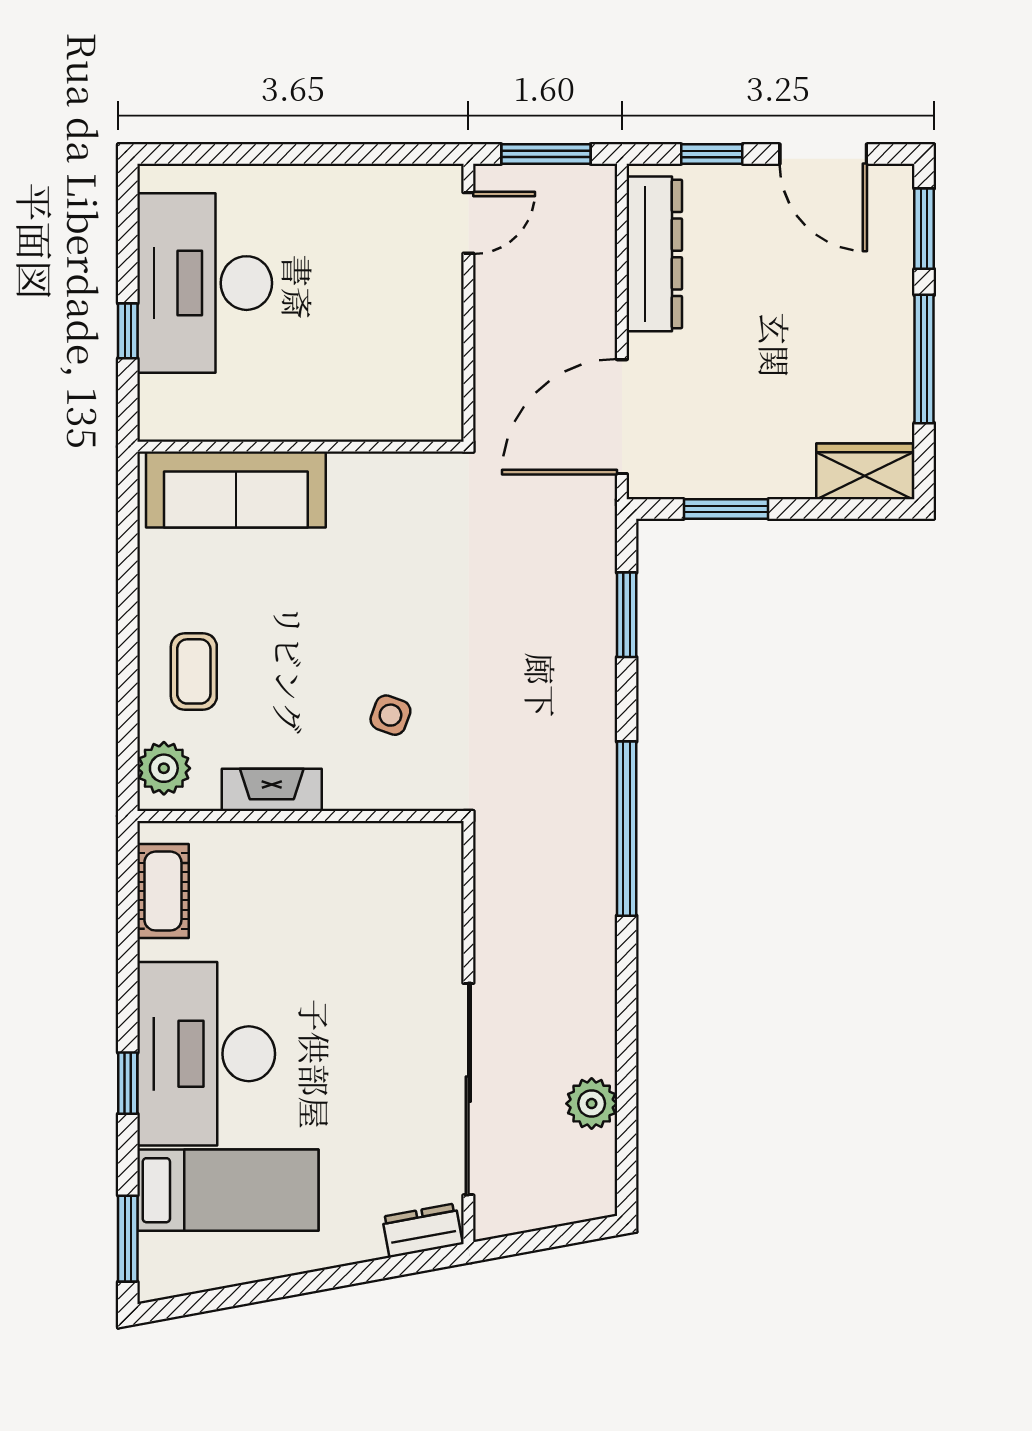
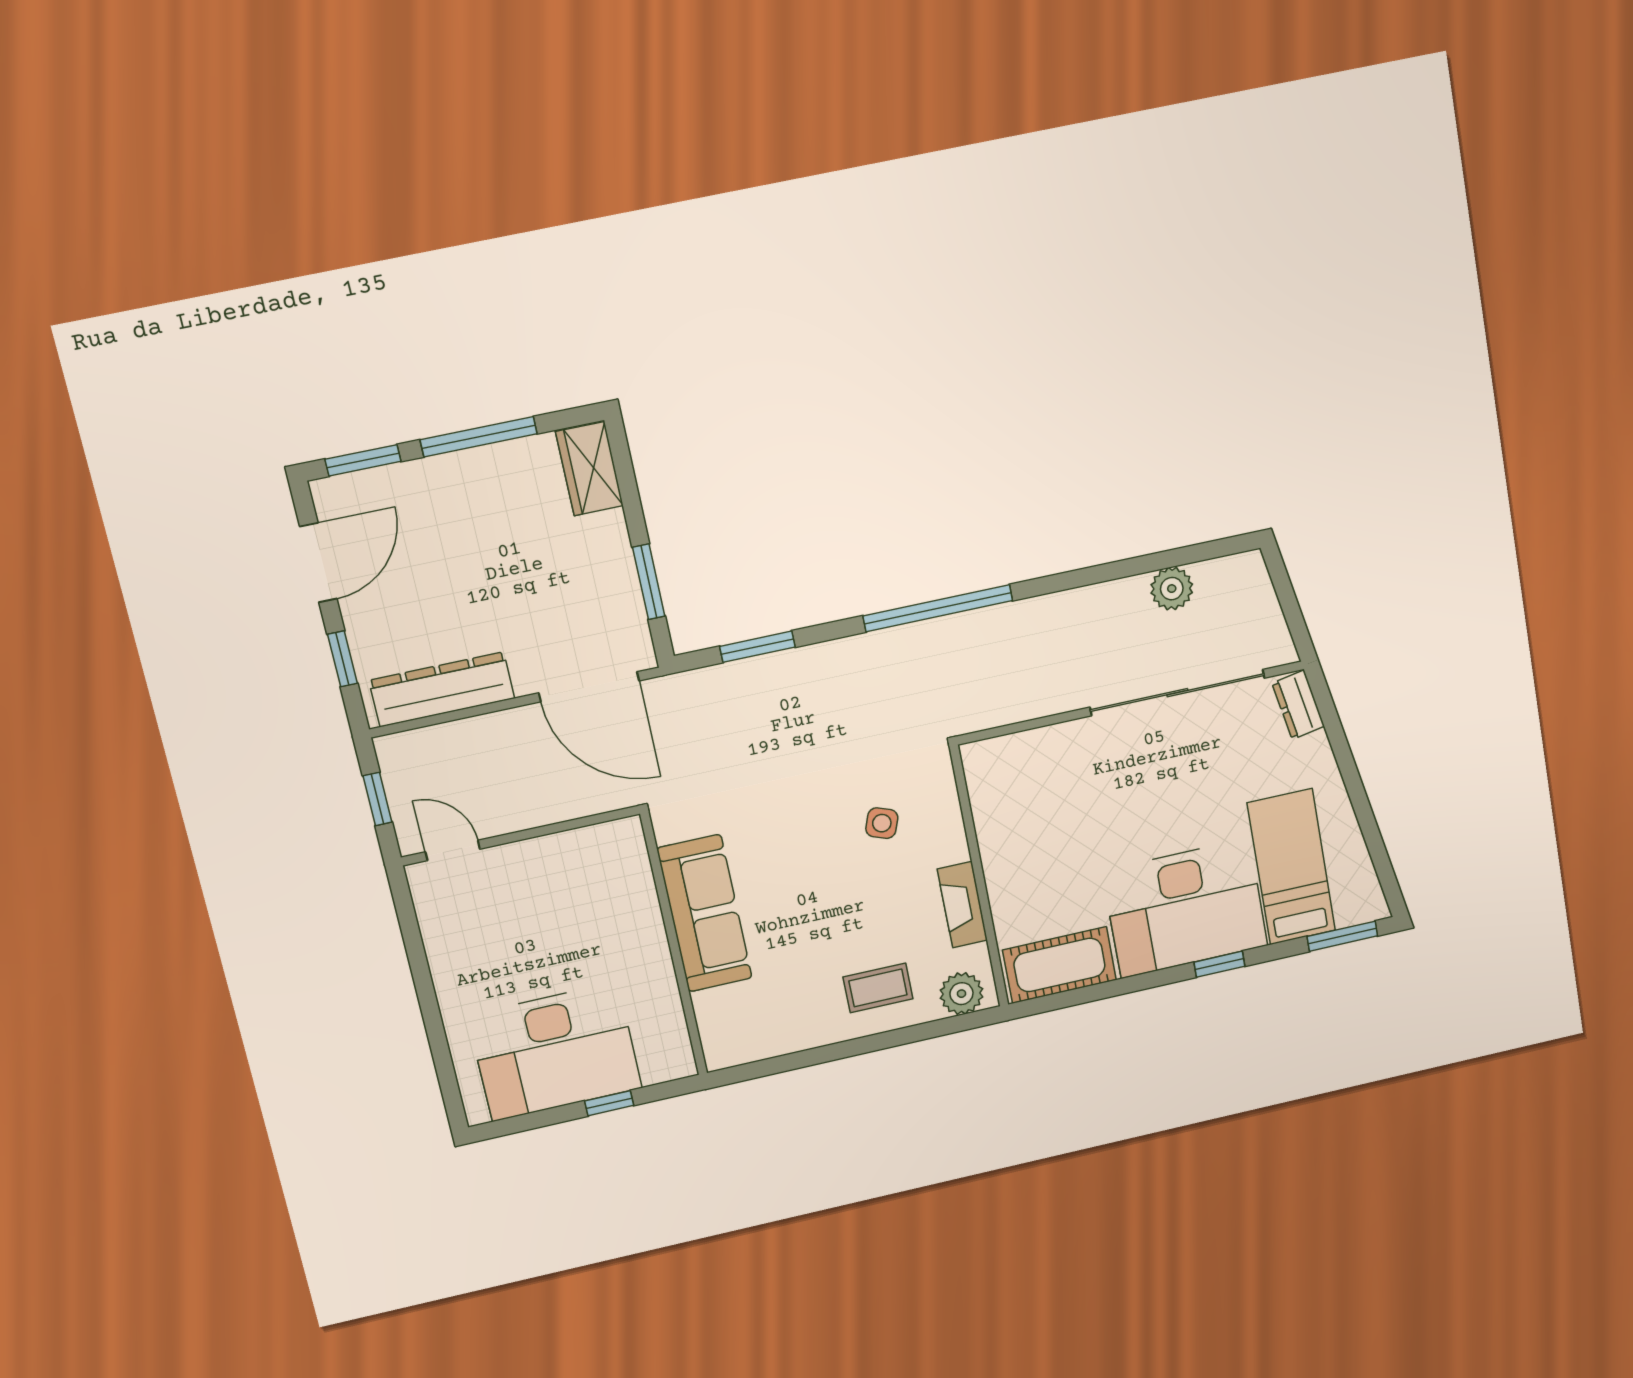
window: (546, 154) -> (377, 799), width x0.67
sofa: (236, 490) -> (705, 913), moved
cot: (163, 891) -> (1060, 965), width x1.37, depth x1.34

